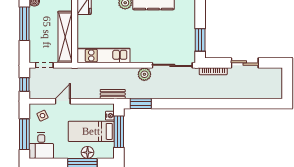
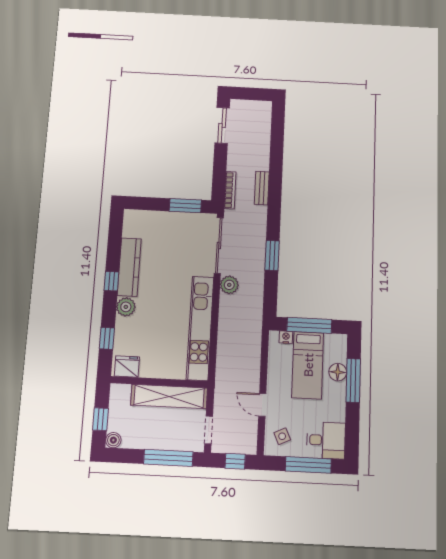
window: (24, 24) -> (168, 458), moved
kitchen unit: (103, 56) -> (200, 328), width x1.36
sliding door: (245, 63) -> (222, 125), moved
bench: (113, 94) -> (262, 188), moved
window: (141, 104) -> (272, 255), moved

